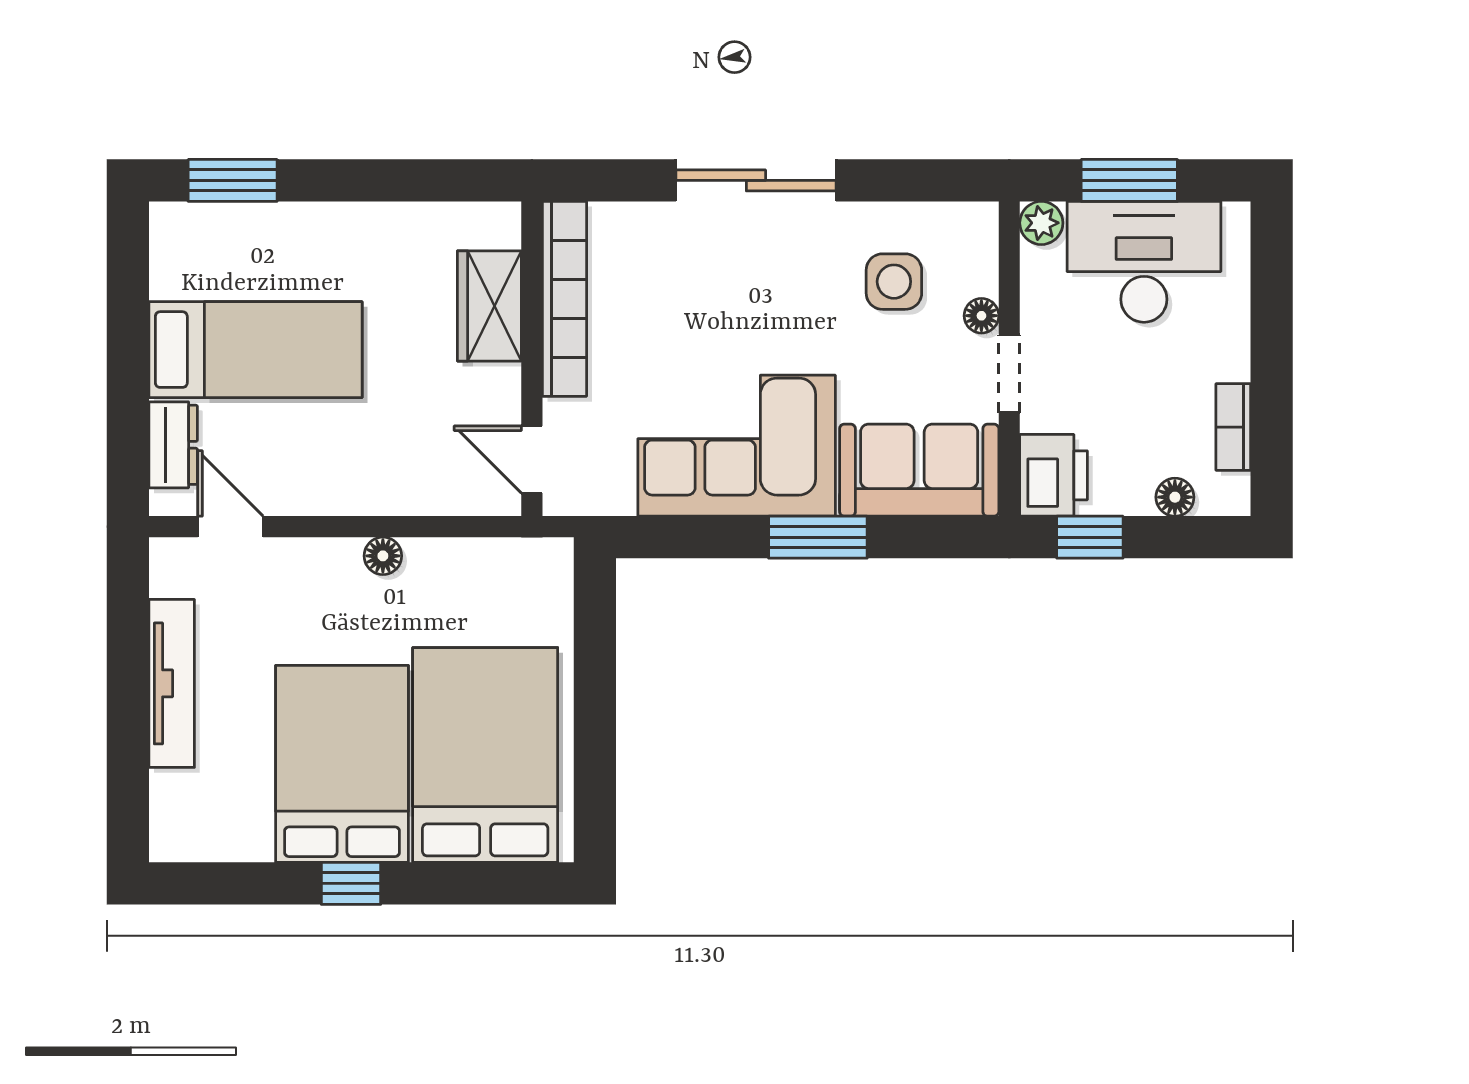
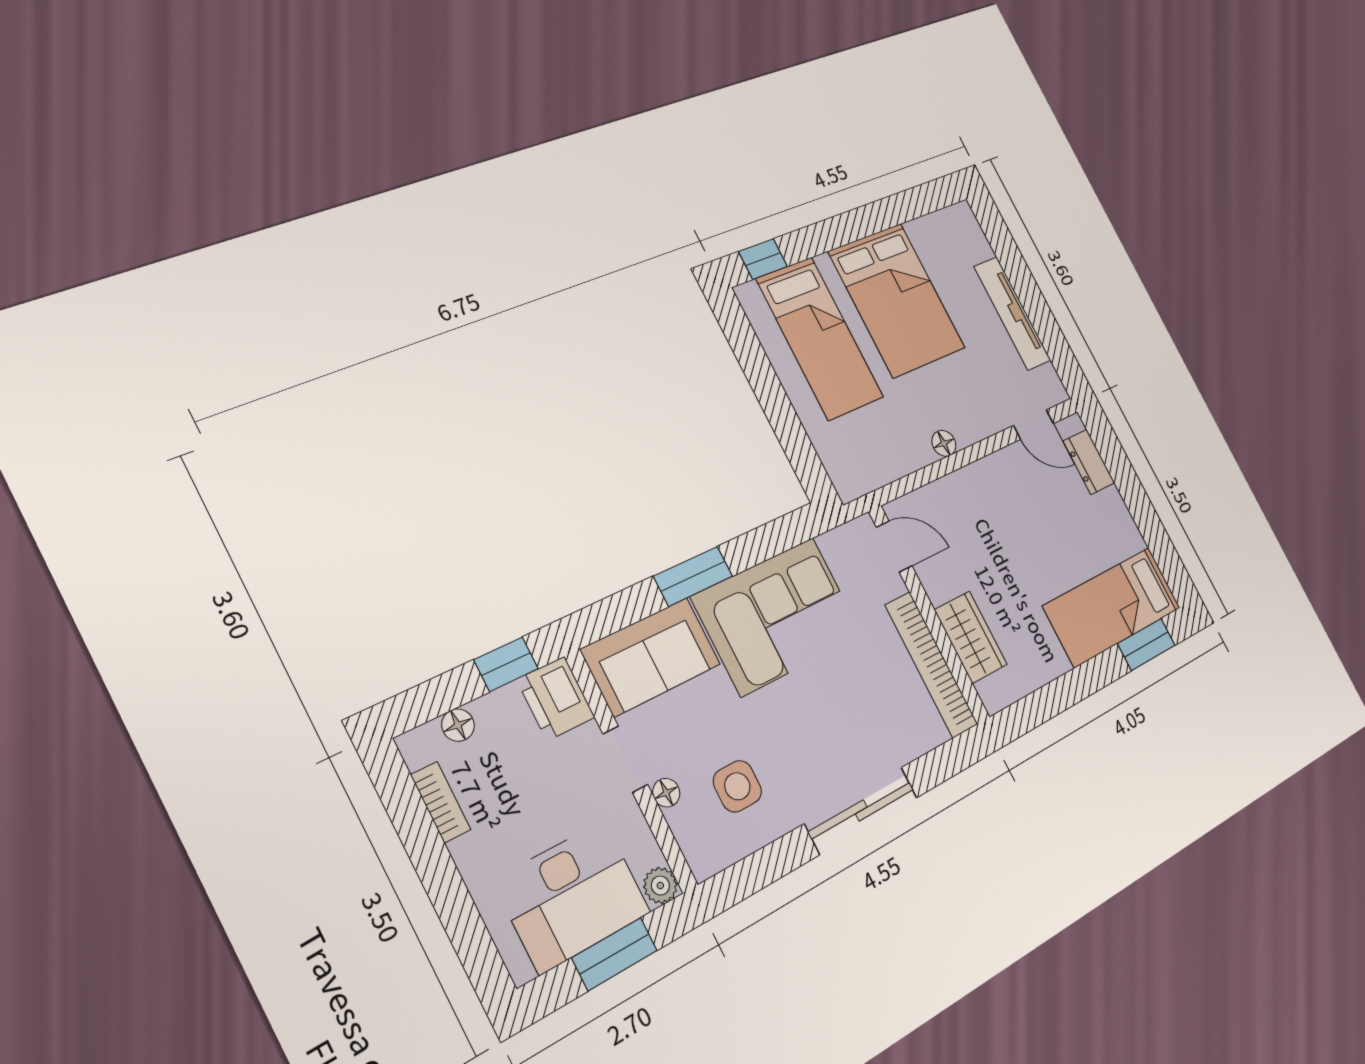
bed: (255, 350) -> (1112, 607), moved
bed: (485, 755) -> (820, 338), width x0.67
window: (351, 883) -> (763, 259), moved

